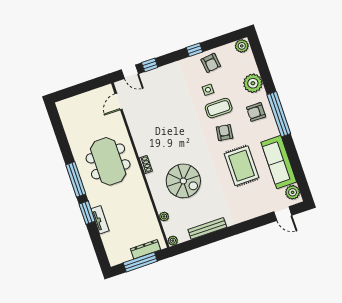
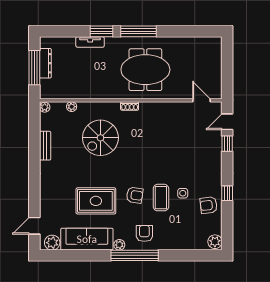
plant: (253, 83) -> (119, 245), moved, width x0.53, depth x0.53
bench: (207, 228) -> (45, 146), width x0.73
dresser: (145, 249) -> (45, 63), moved

